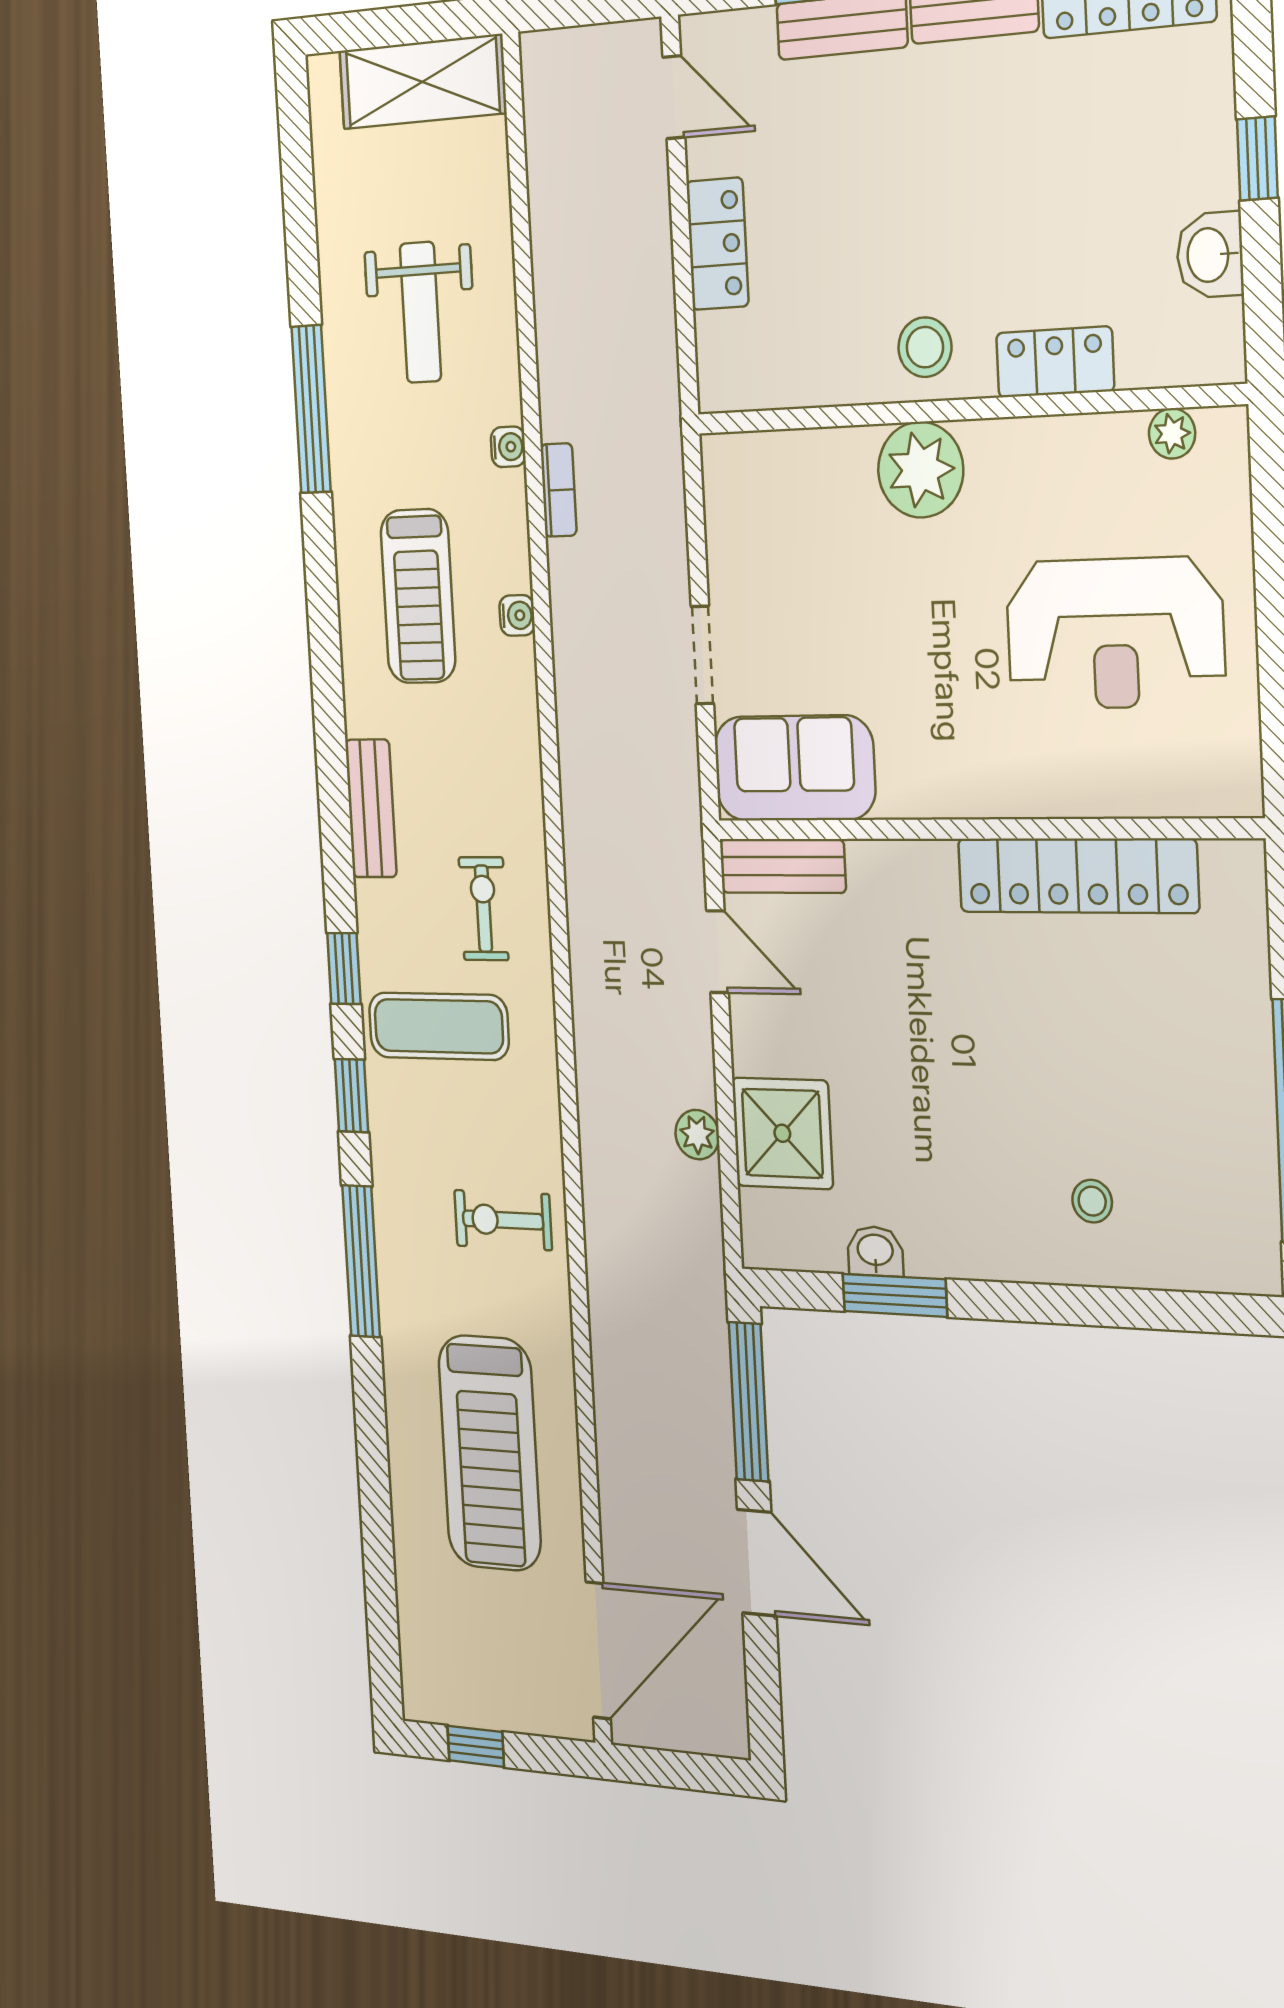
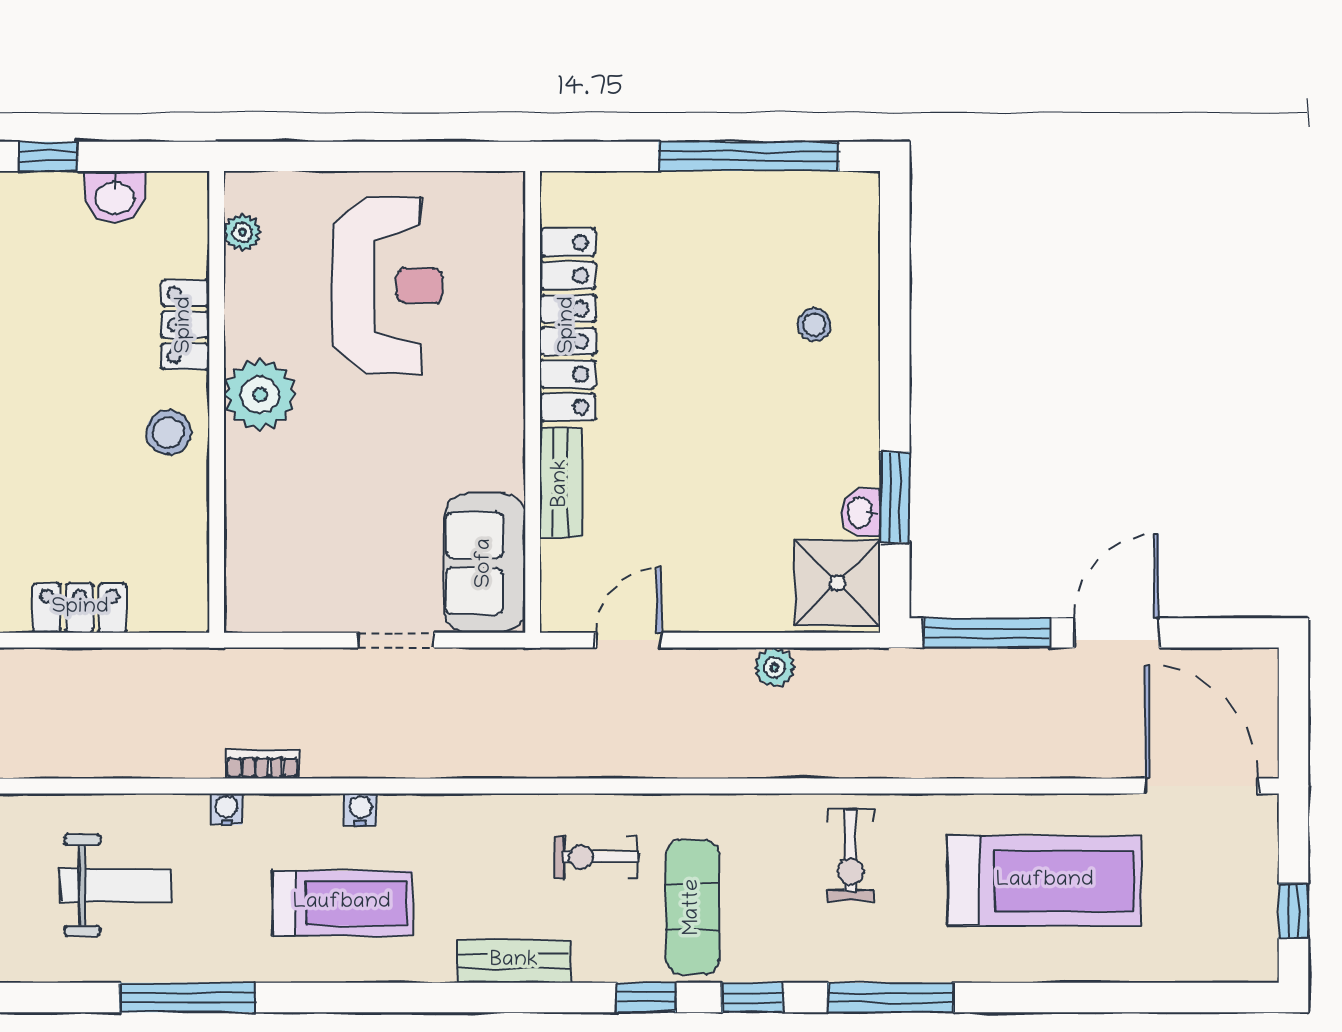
plant: (921, 470) -> (260, 395), moved
bench: (783, 866) -> (561, 483), moved
shower: (782, 1133) -> (837, 583), moved

